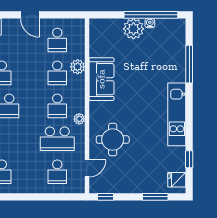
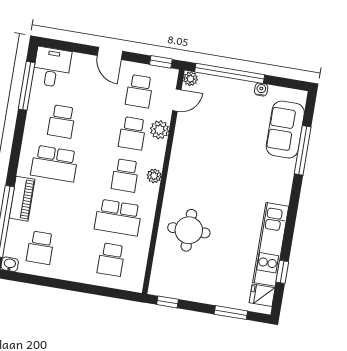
window: (70, 15) -> (161, 62), added
window: (151, 15) -> (230, 73), moved
plant: (133, 29) -> (190, 79), moved, width x0.53, depth x0.53
sofa: (101, 79) -> (285, 130), moved, turned 180
kitchen unit: (177, 114) -> (271, 244), moved
plant: (79, 119) -> (154, 176), moved
door: (87, 168) -> (177, 100), moved

